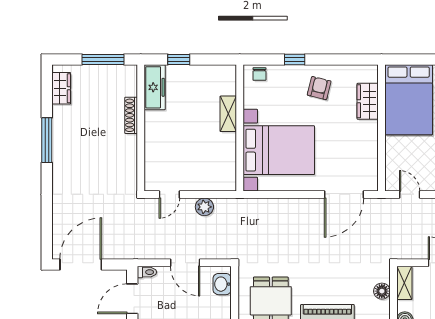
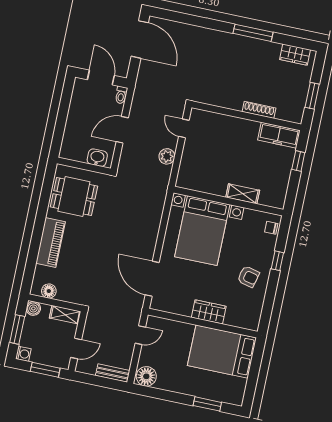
window: (103, 60) -> (312, 96), width x0.69
wardrobe: (368, 101) -> (209, 312), moved
floor lamp: (382, 291) -> (49, 291), moved

